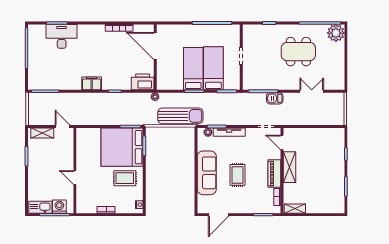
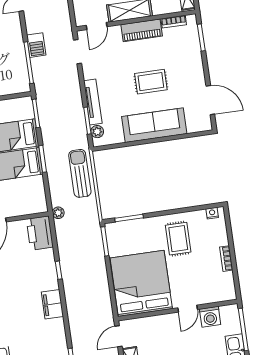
sun lounger: (180, 116) -> (80, 173), width x0.73, depth x0.75
bed: (122, 147) -> (141, 283), moved, turned 180
washing machine: (59, 207) -> (210, 317), moved, turned -90

